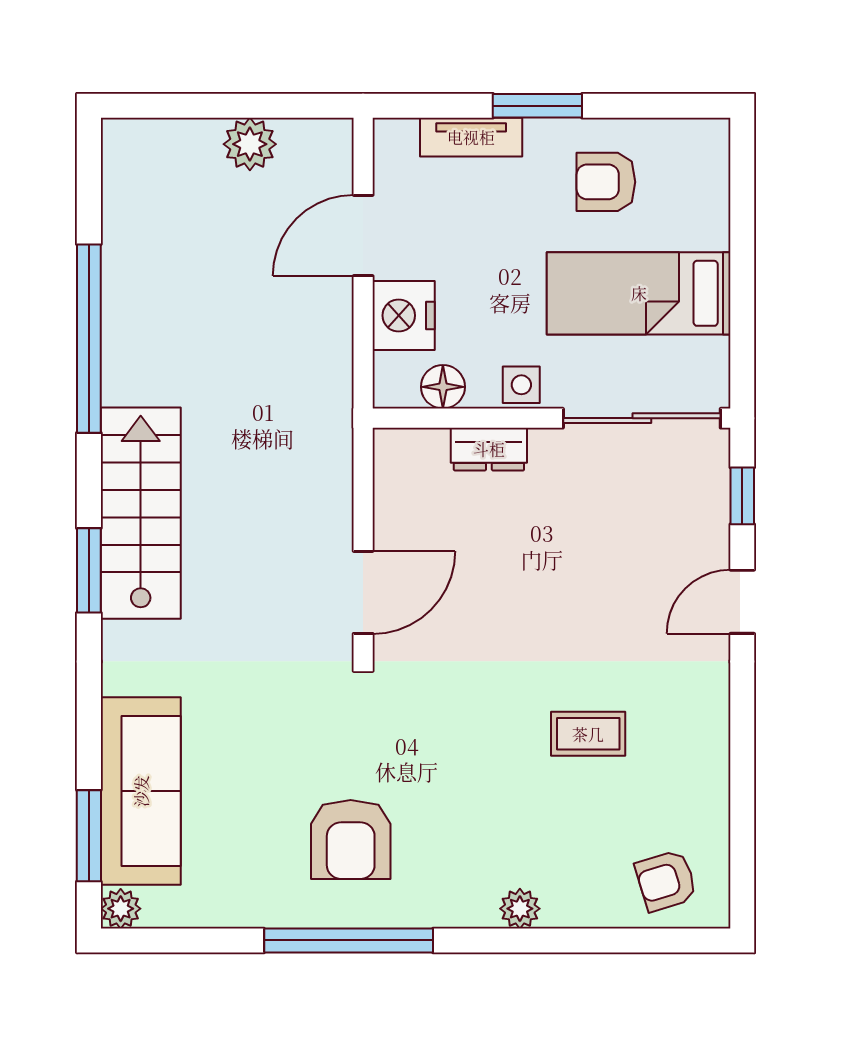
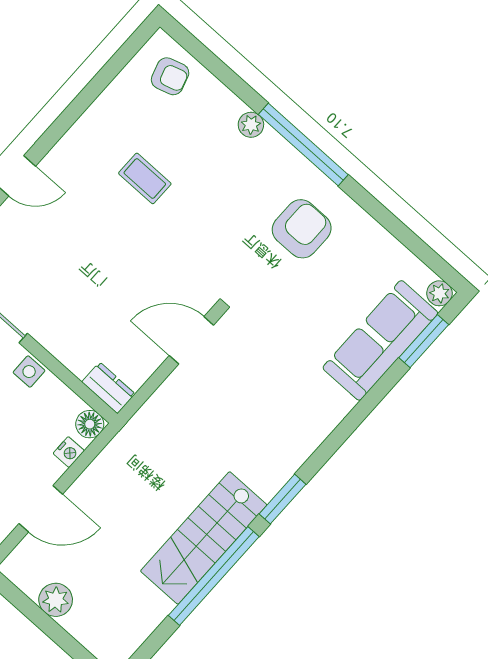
nightstand: (404, 315) -> (69, 452), width x0.53, depth x0.56
floor lamp: (443, 387) -> (90, 424), moved
dresser: (489, 449) -> (108, 388), moved
stairs: (141, 513) -> (204, 538), moved
window: (89, 570) -> (283, 499), moved
window: (349, 940) -> (303, 145), moved

